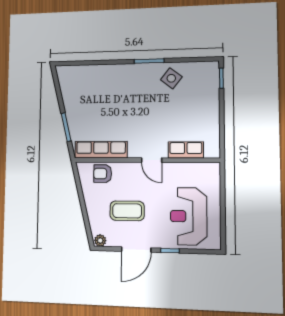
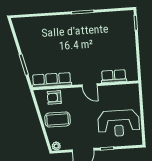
side table: (171, 78) -> (100, 24), removed
coffee table: (127, 211) -> (58, 119), moved
reception desk: (189, 216) -> (119, 123), turned -90

